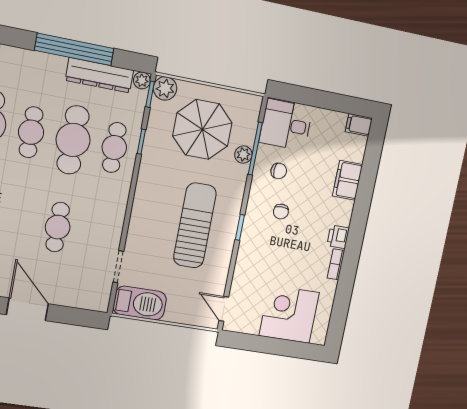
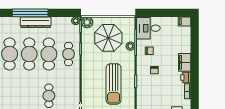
window: (74, 49) -> (30, 13), moved
dresser: (99, 75) -> (36, 22), moved
cafe table: (31, 132) -> (29, 54), width x1.37, depth x1.35
filing cabinet: (348, 180) -> (185, 62), moved
sun lounger: (195, 225) -> (114, 84), turned 180

